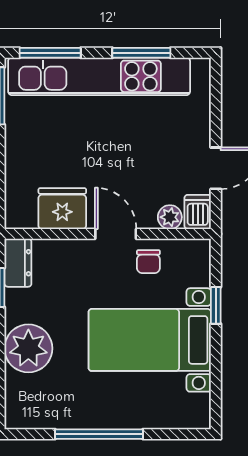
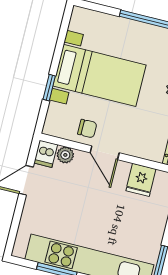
fridge: (62, 209) -> (141, 180), width x0.72
chair: (148, 262) -> (87, 129), turned 90

